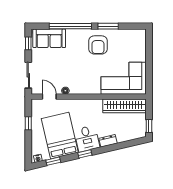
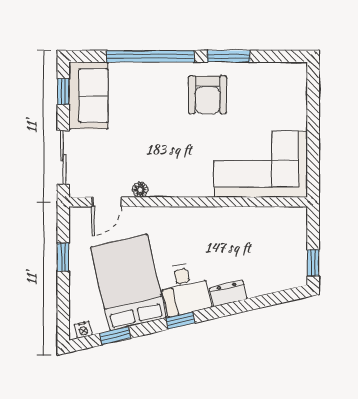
sofa: (49, 38) -> (88, 96), moved, turned -90
door: (49, 97) -> (107, 202), swing flipped
wardrobe: (125, 106) -> (262, 221), removed

